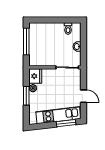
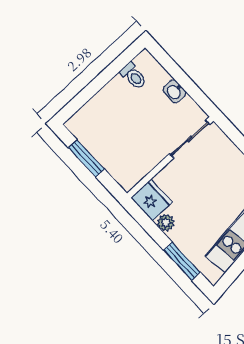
window: (26, 42) -> (86, 158), width x0.69
window: (26, 96) -> (182, 261), moved

